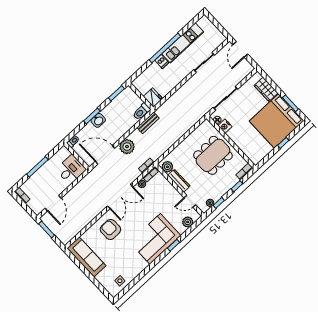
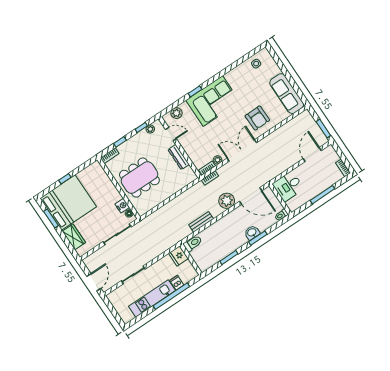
wall: (141, 96) -> (191, 259), moved
fridge: (153, 98) -> (178, 256), moved
toilet: (141, 112) -> (193, 243), moved
plant: (167, 167) -> (188, 173), removed

